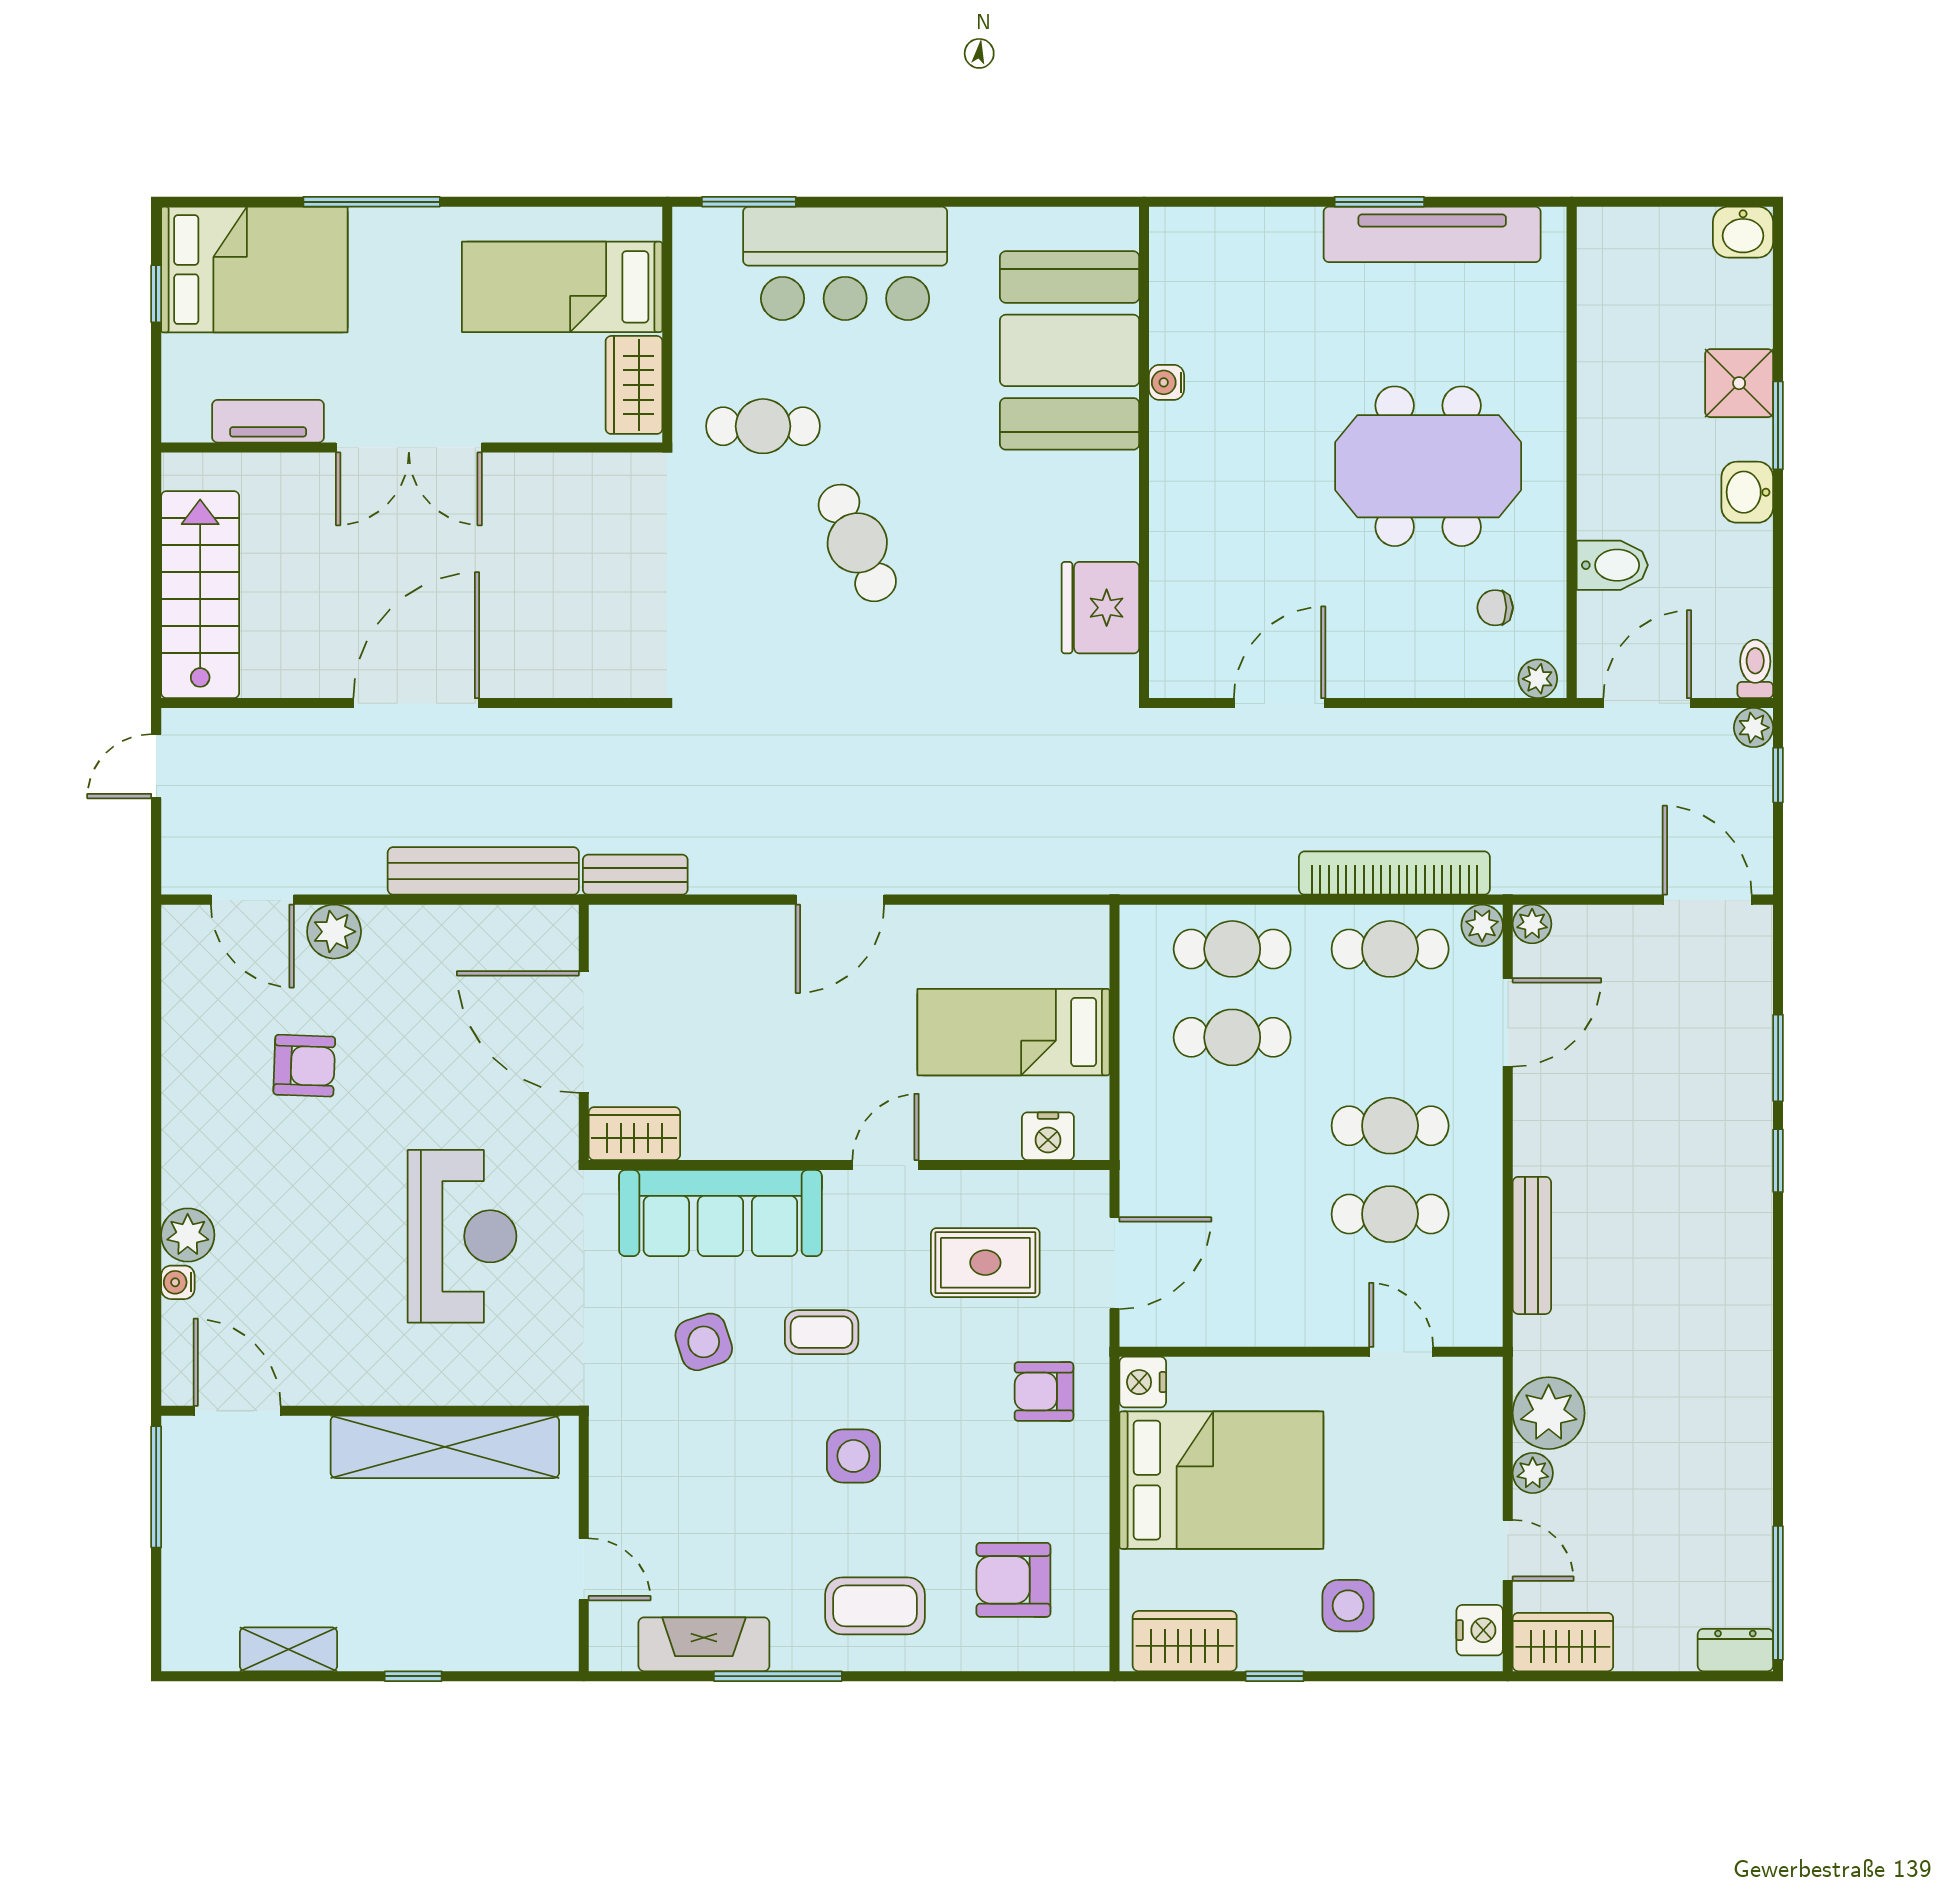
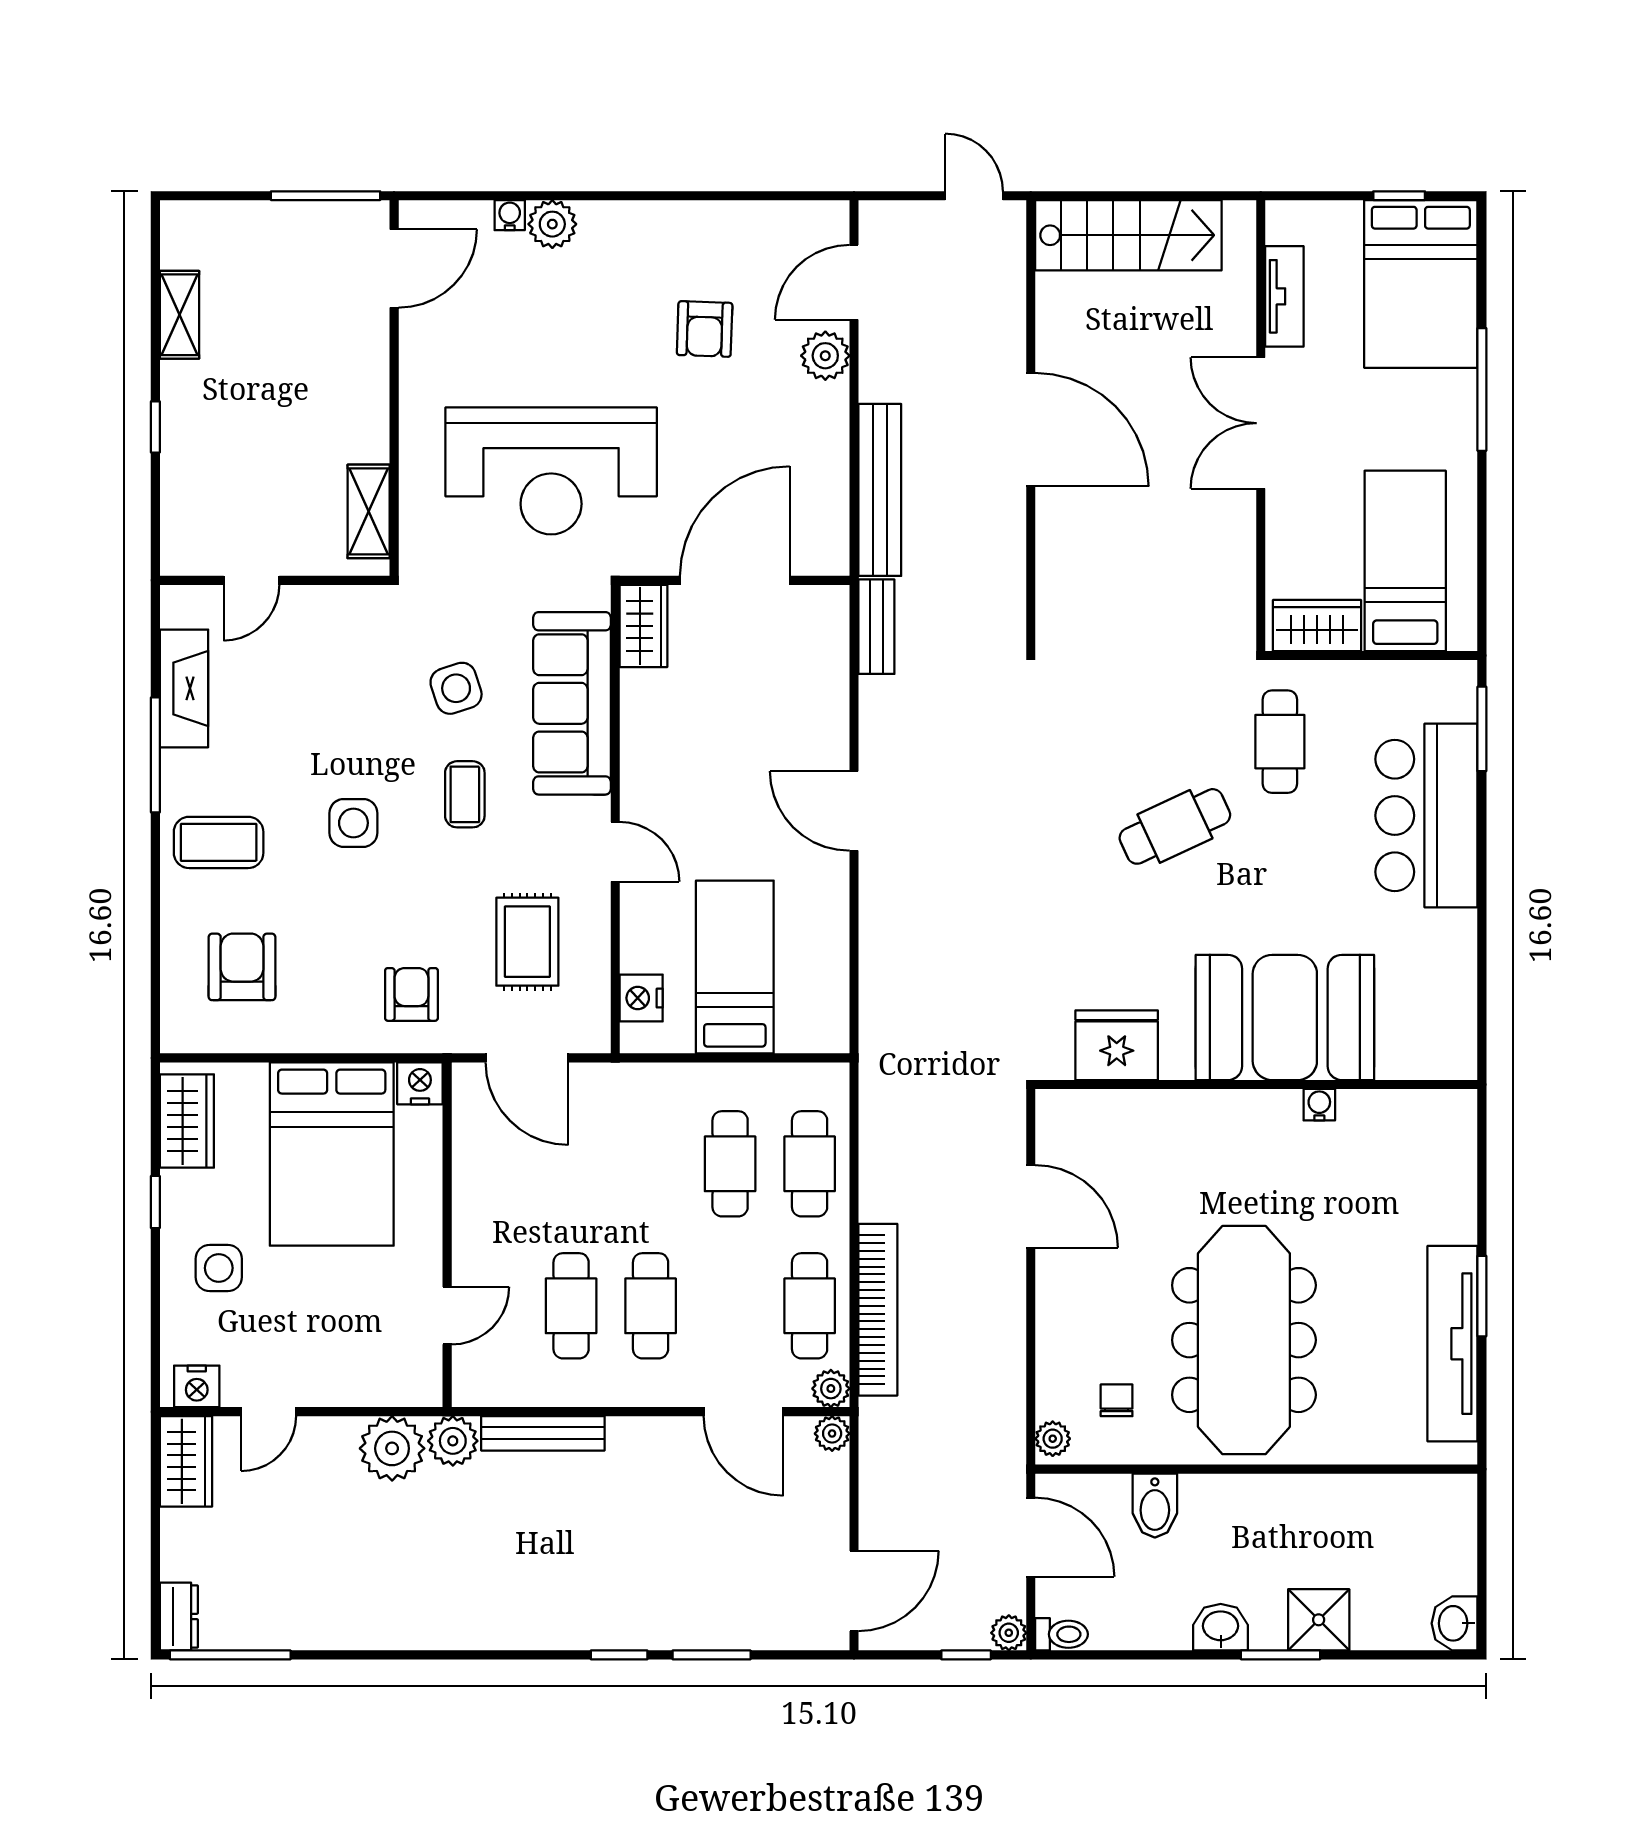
booth: (1070, 350) -> (1285, 1017), moved
meeting table: (1428, 466) -> (1244, 1340), width x1.36
reception desk: (462, 1236) -> (551, 471), width x1.36, depth x1.30
shelving: (445, 1447) -> (369, 511), width x0.45, depth x0.75
plant: (1533, 1473) -> (453, 1441), moved, width x1.38, depth x1.38
coffee table: (875, 1606) -> (219, 842), turned 90

